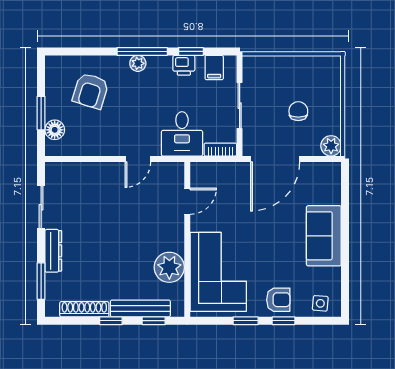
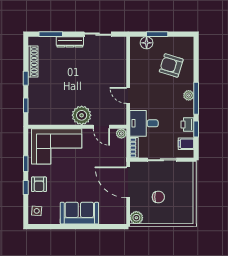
plant: (198, 170) -> (121, 134), added
plant: (169, 267) -> (82, 115), moved
bench: (140, 308) -> (33, 97), removed

